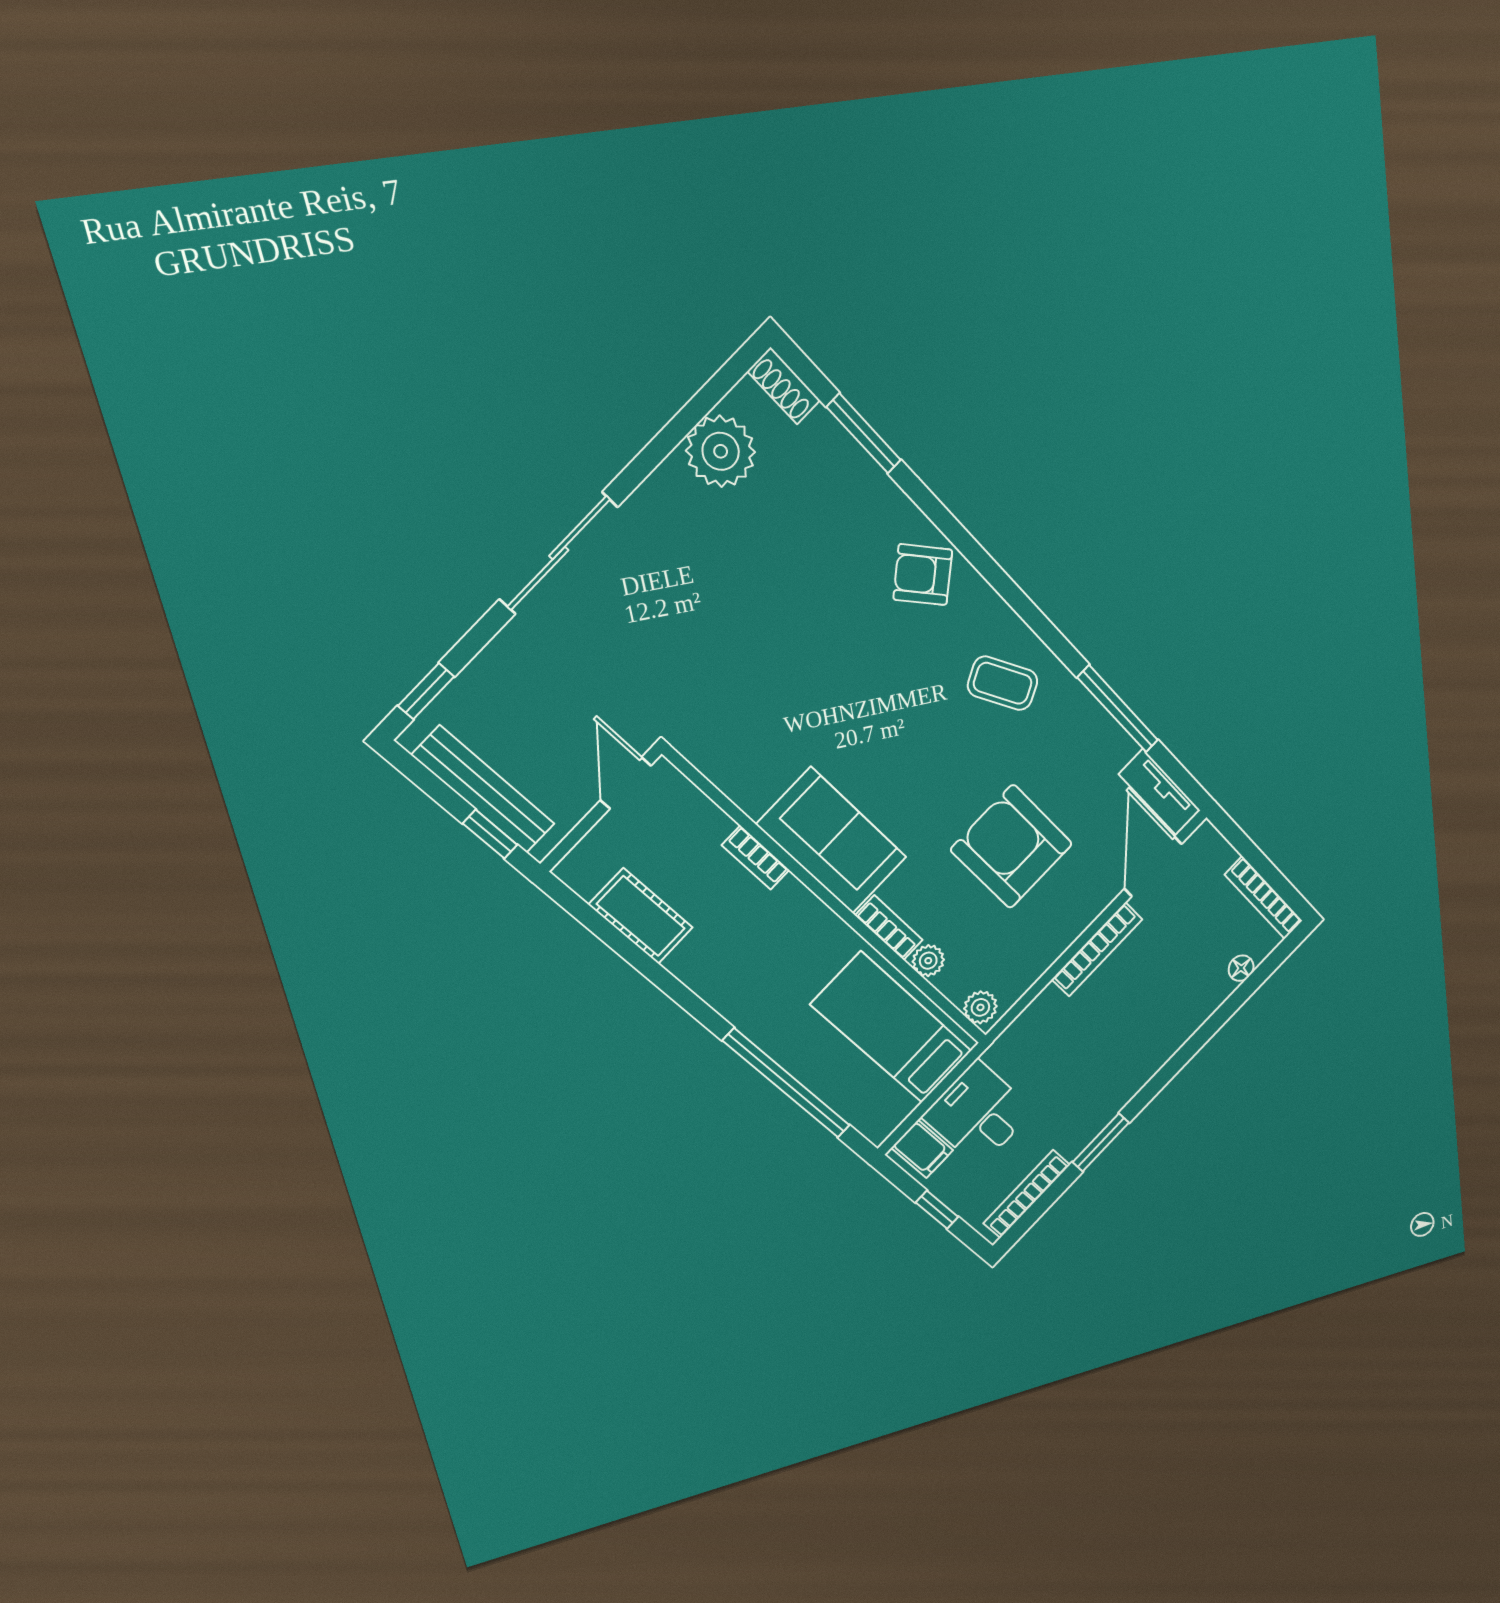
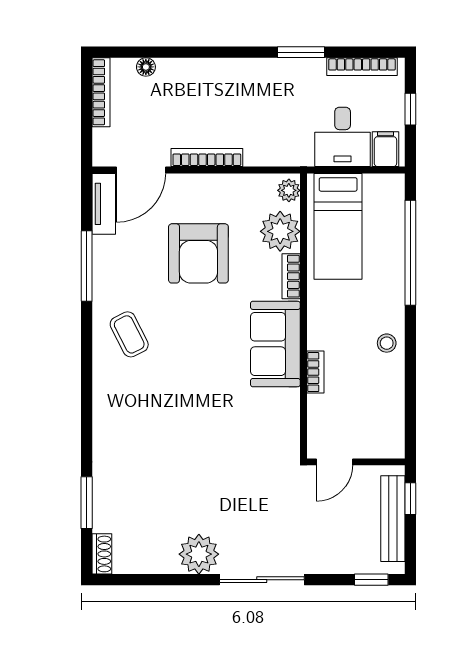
plant: (721, 451) -> (199, 554), moved
armchair: (923, 575) -> (119, 419), removed
cot: (641, 916) -> (389, 399), removed
plant: (928, 961) -> (280, 231), width x1.87, depth x1.87
stool: (710, 970) -> (387, 343), added

